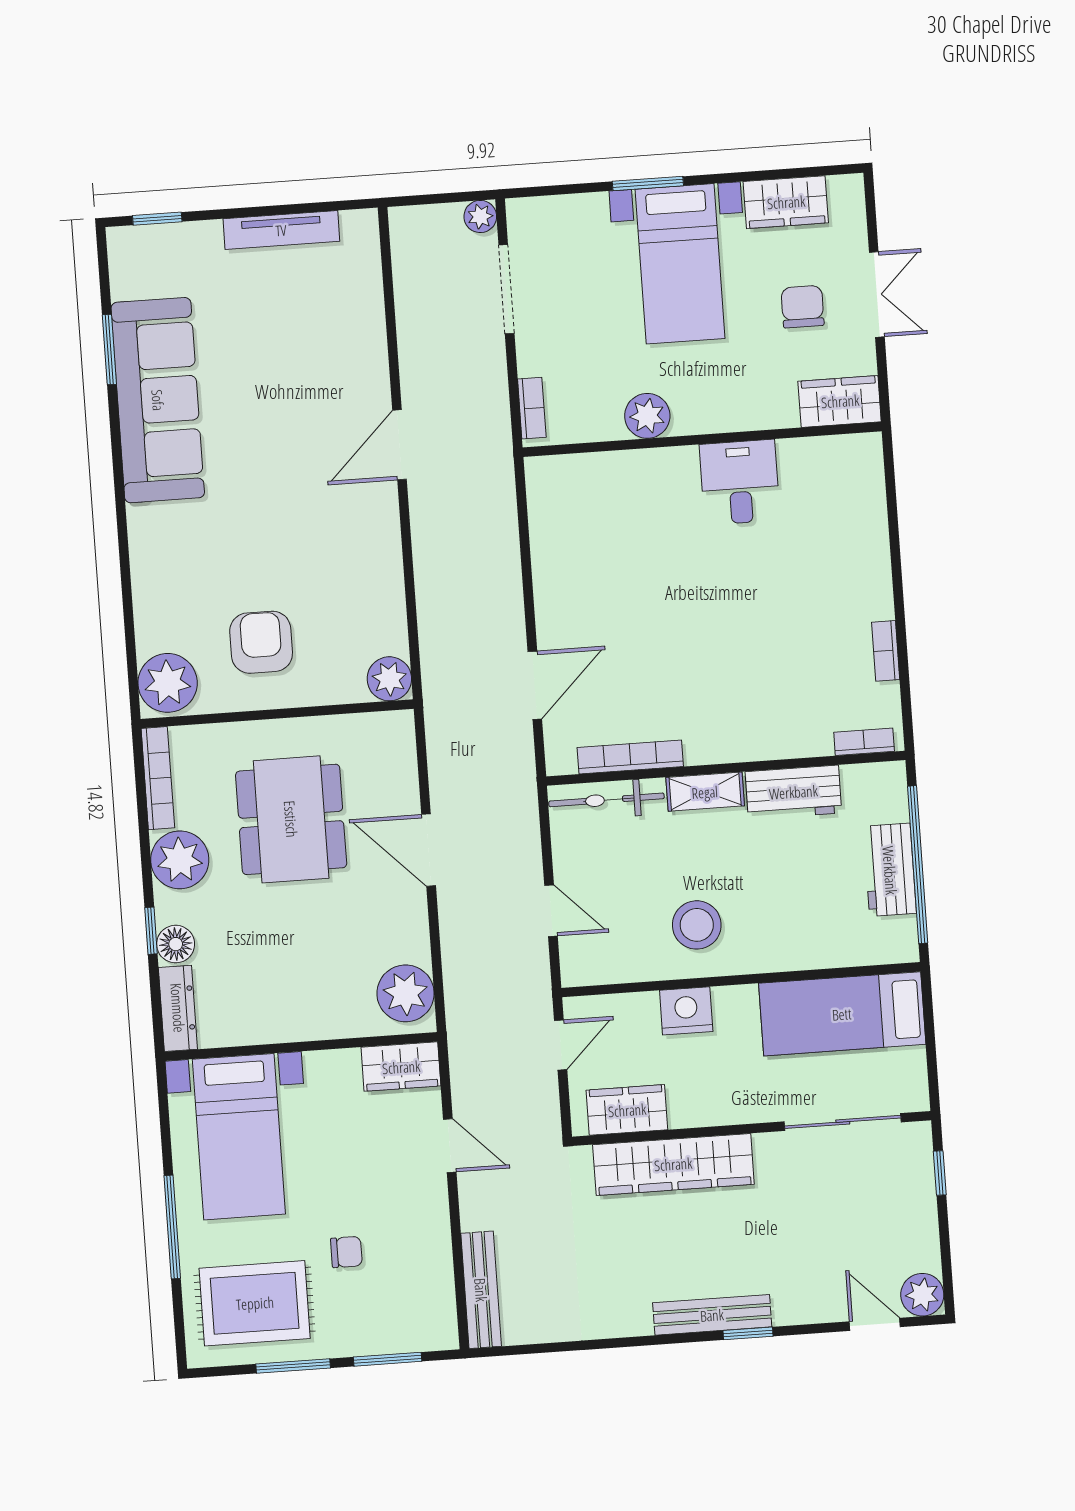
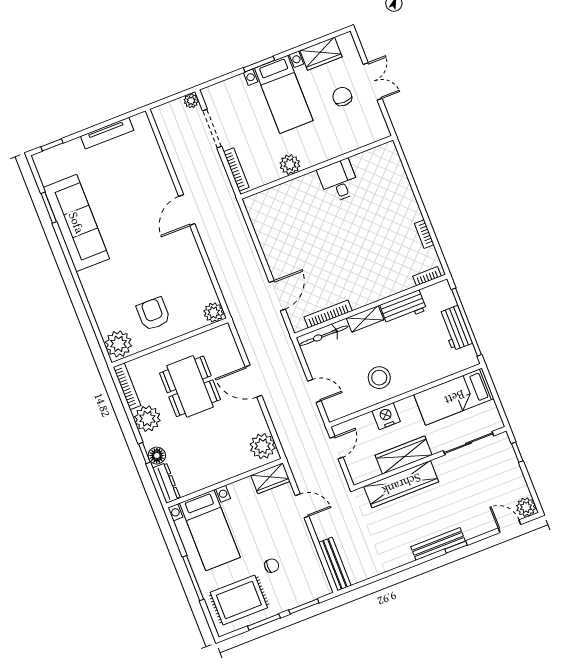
wardrobe: (840, 401) -> (371, 133), removed
bookcase: (532, 408) -> (236, 169), width x1.56
wardrobe: (627, 1110) -> (404, 455), moved, width x1.50

